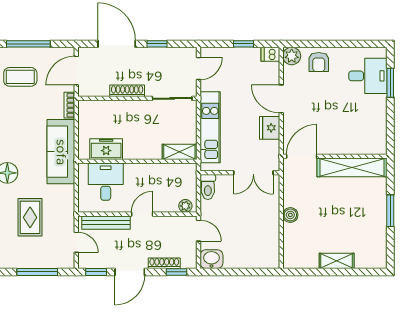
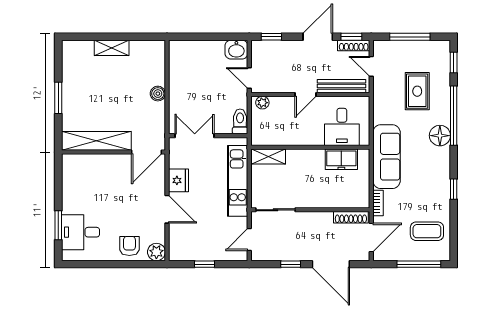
dishwasher: (270, 54) -> (178, 254), removed
shoe rack: (127, 91) -> (351, 217), moved
shoe rack: (164, 263) -> (354, 45), moved

